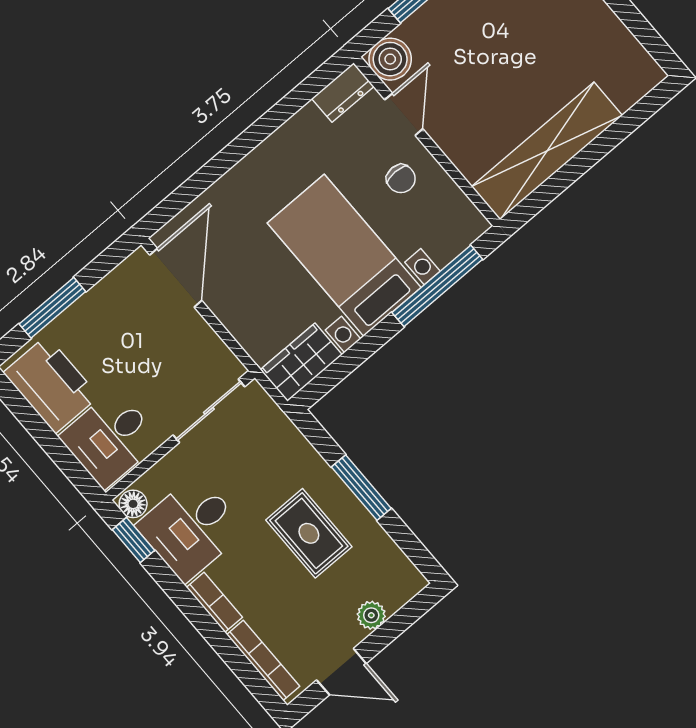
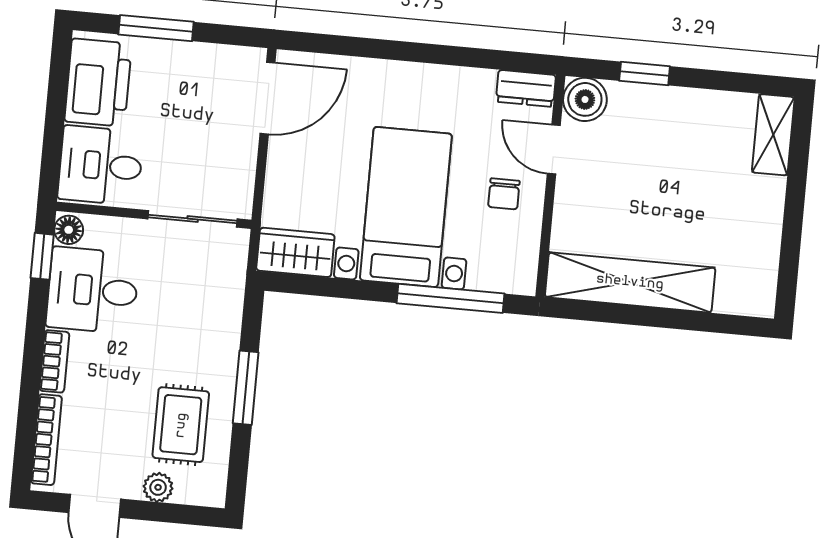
door: (404, 114) -> (554, 150), swing flipped
rug: (309, 533) -> (181, 425), moved

